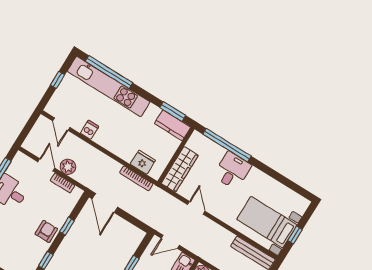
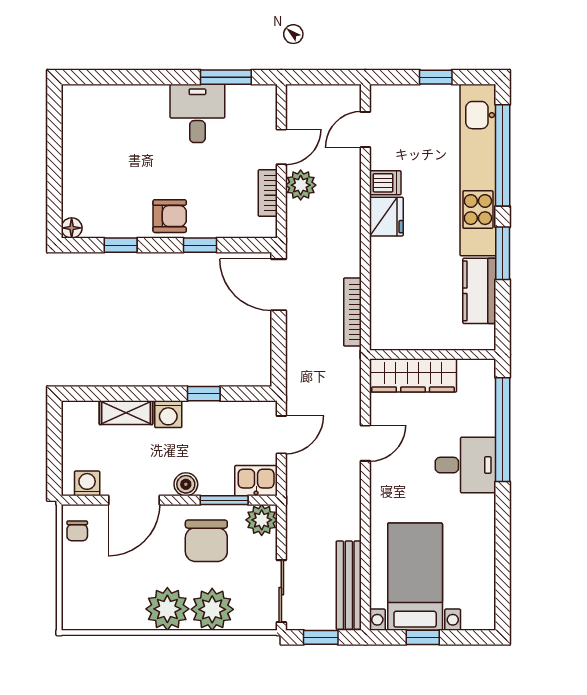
window: (173, 111) -> (503, 253), moved
kitchen counter: (173, 125) -> (479, 291), moved
fridge: (143, 162) -> (386, 217), moved
door: (105, 203) -> (279, 285), hinge flipped
door: (170, 242) -> (281, 435), swing flipped

